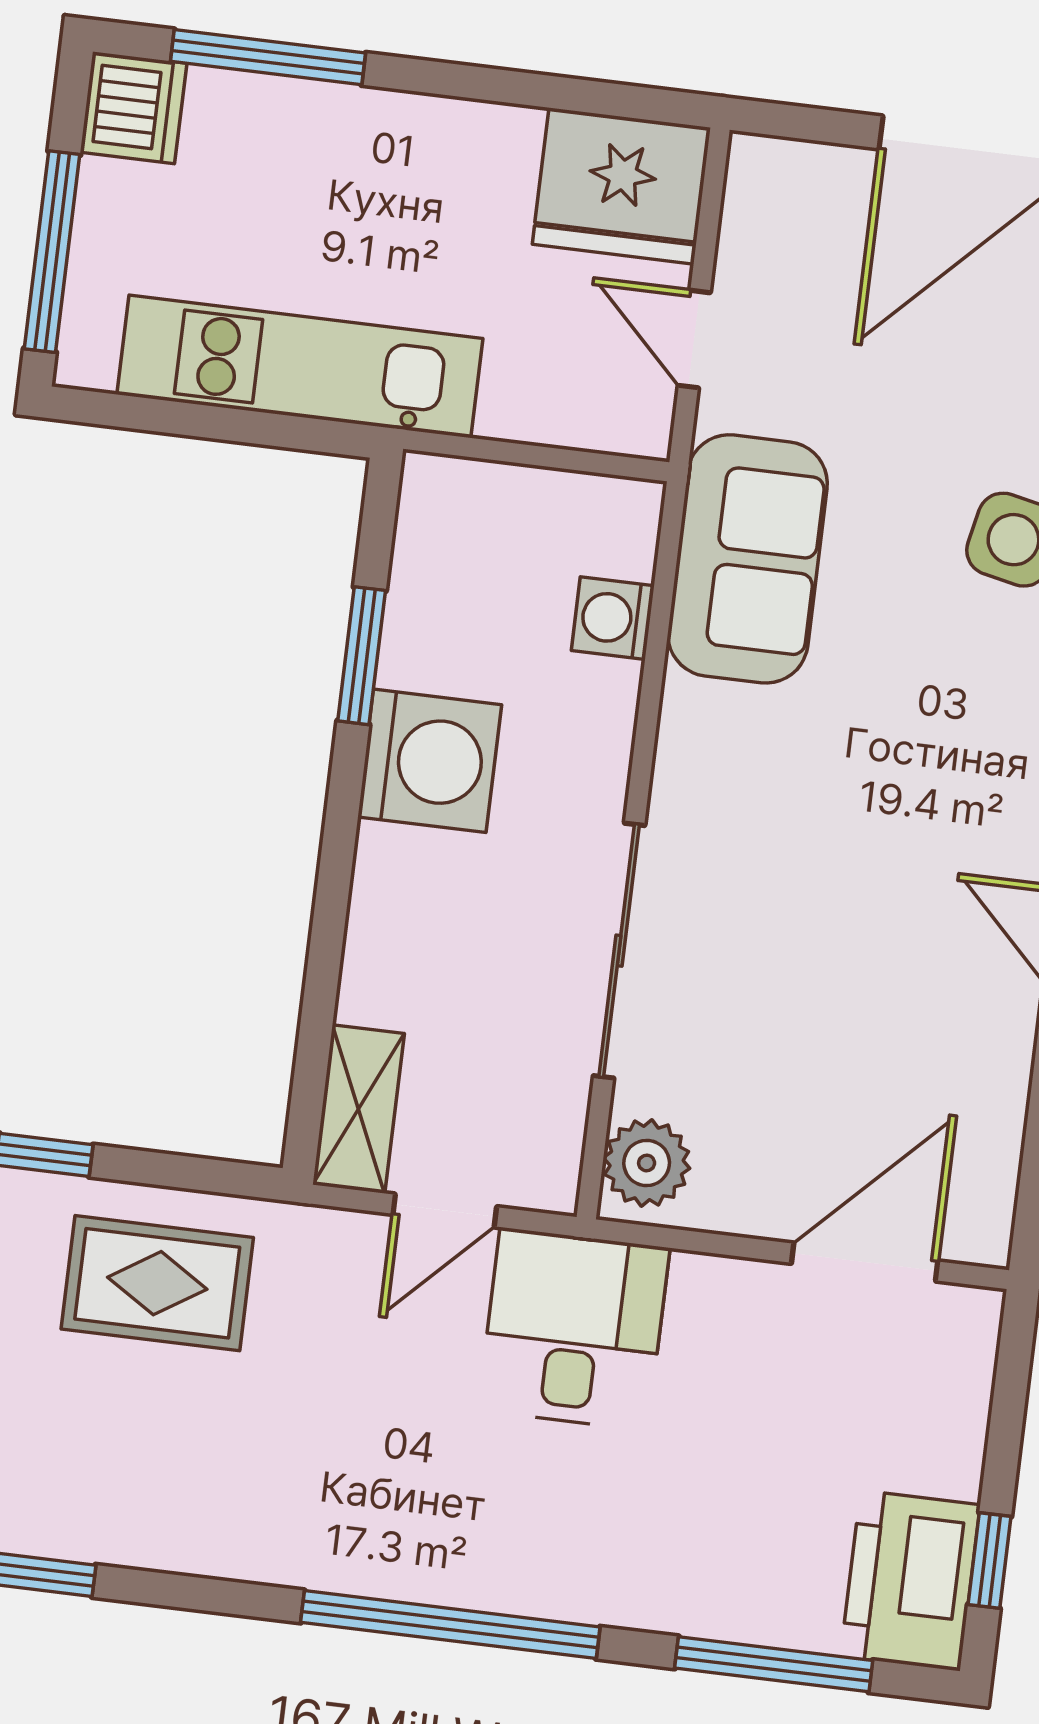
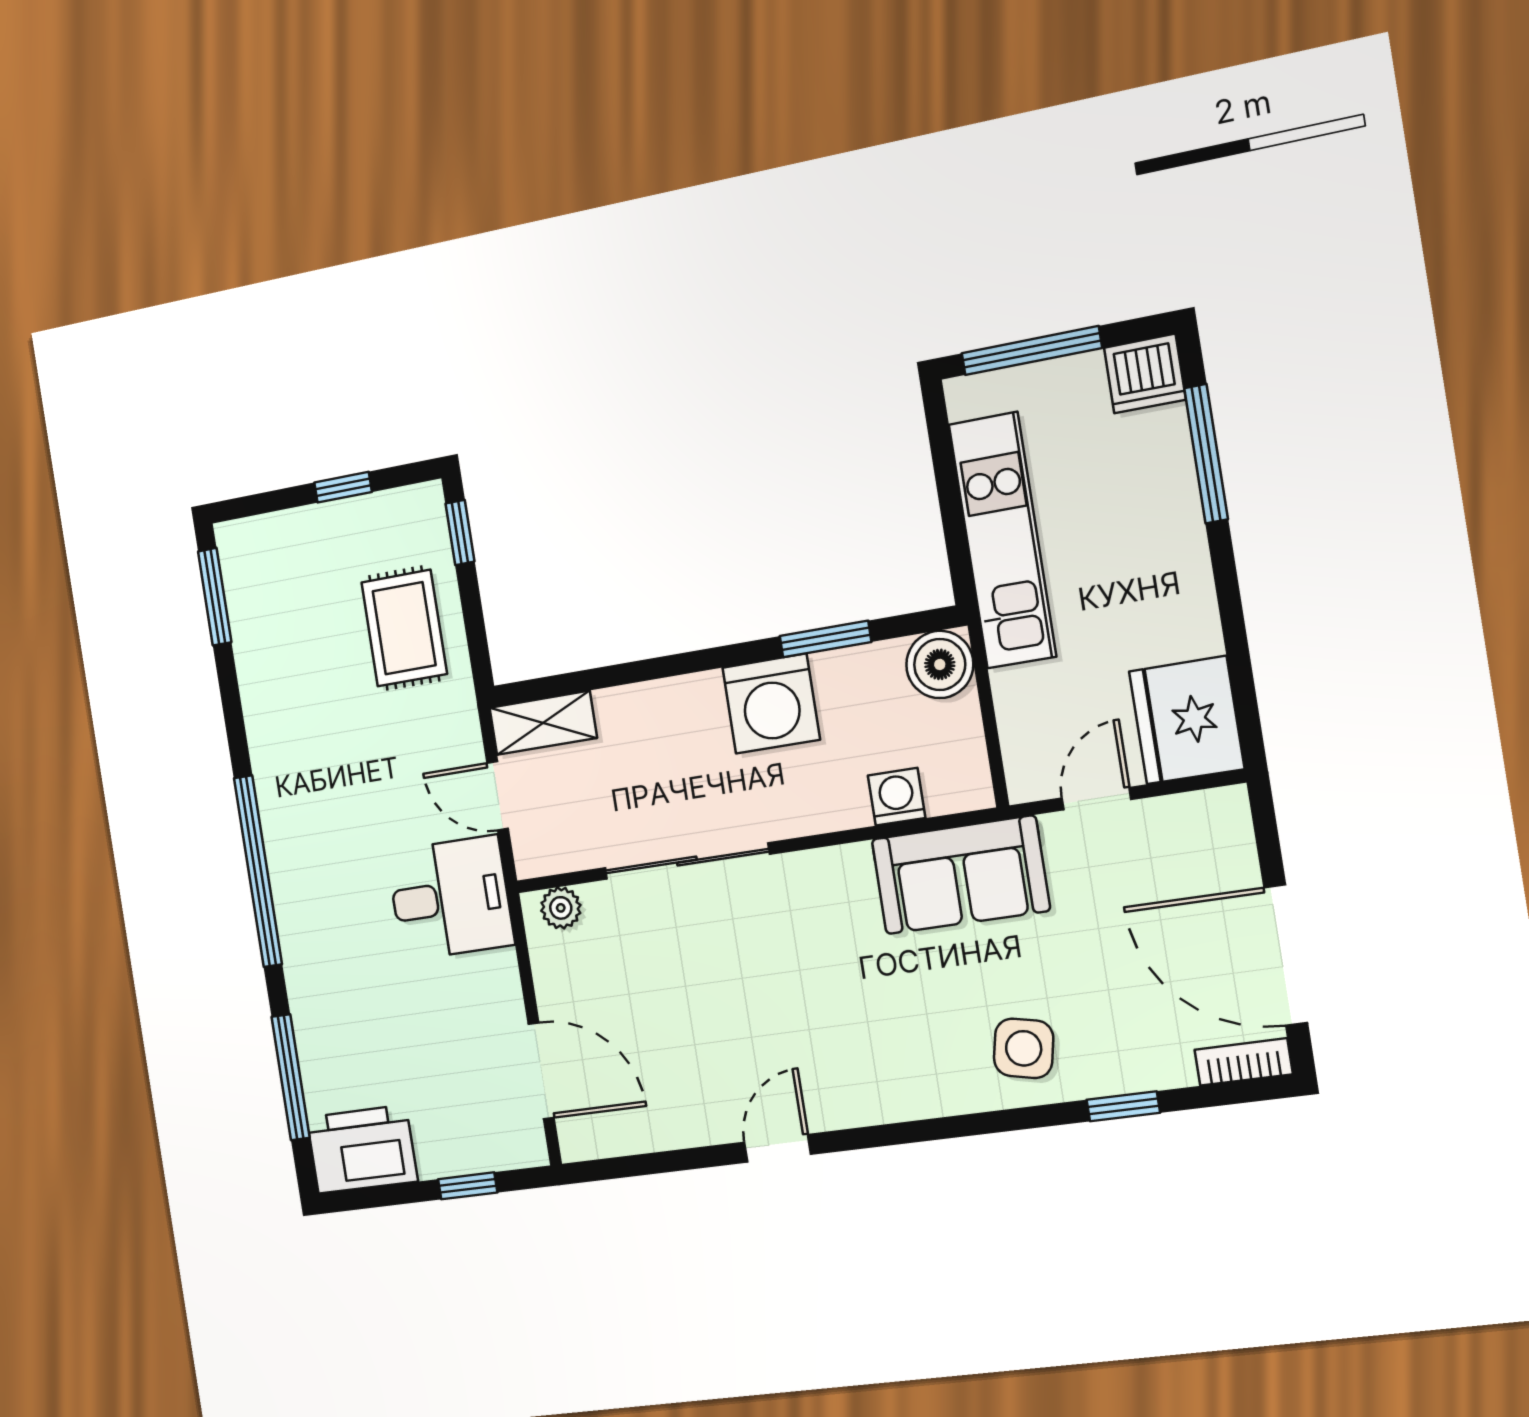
boiler: (446, 503) -> (940, 664), added
plant: (647, 1163) -> (561, 908), width x0.73, depth x0.73
window: (990, 1560) -> (468, 1186), moved

